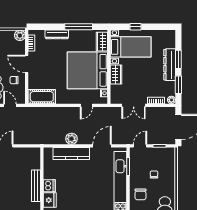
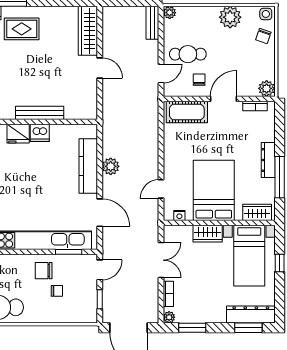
dresser: (57, 34) -> (268, 160), moved
window: (178, 59) -> (248, 328), moved
dresser: (170, 65) -> (251, 314), moved
bed: (87, 70) -> (214, 190), width x0.73
cot: (42, 97) -> (187, 112), moved, turned 90
door: (86, 105) -> (161, 189), hinge flipped
double door: (134, 105) -> (161, 260), swing flipped
door: (140, 146) -> (100, 270), hinge flipped
chair: (140, 194) -> (44, 271), moved

